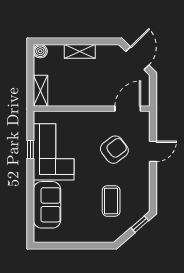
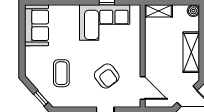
shelving: (80, 51) -> (191, 52), width x1.50, depth x1.33
coffee table: (111, 201) -> (61, 73), turned 90
sofa: (47, 205) -> (37, 25), moved, turned -90

